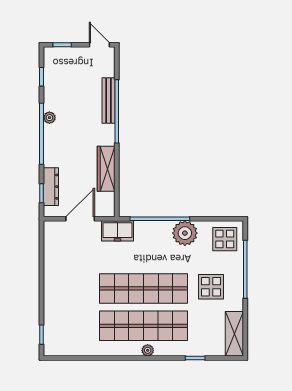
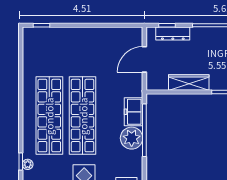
door: (80, 219) -> (144, 59), swing flipped
freezer: (118, 231) -> (134, 112), moved
plant: (185, 233) -> (132, 138), moved
plant: (148, 350) -> (28, 164), moved

